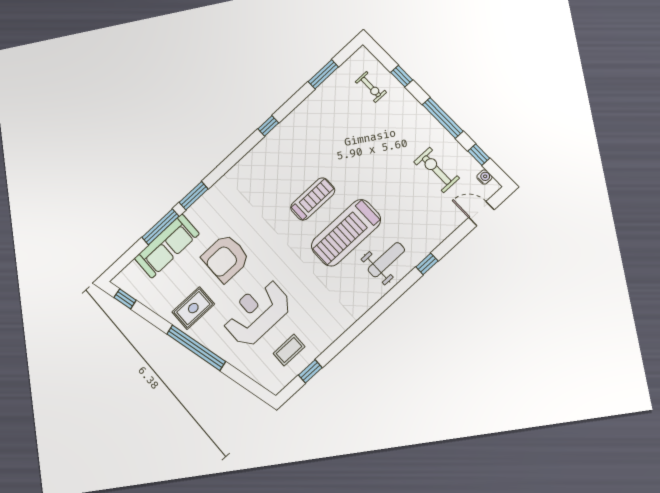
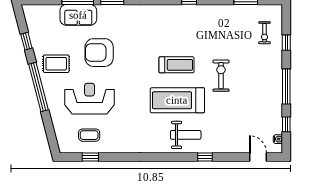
exercise bike: (437, 170) -> (221, 76), moved
sofa: (167, 246) -> (78, 15), width x0.73
window: (125, 299) -> (26, 41), moved

